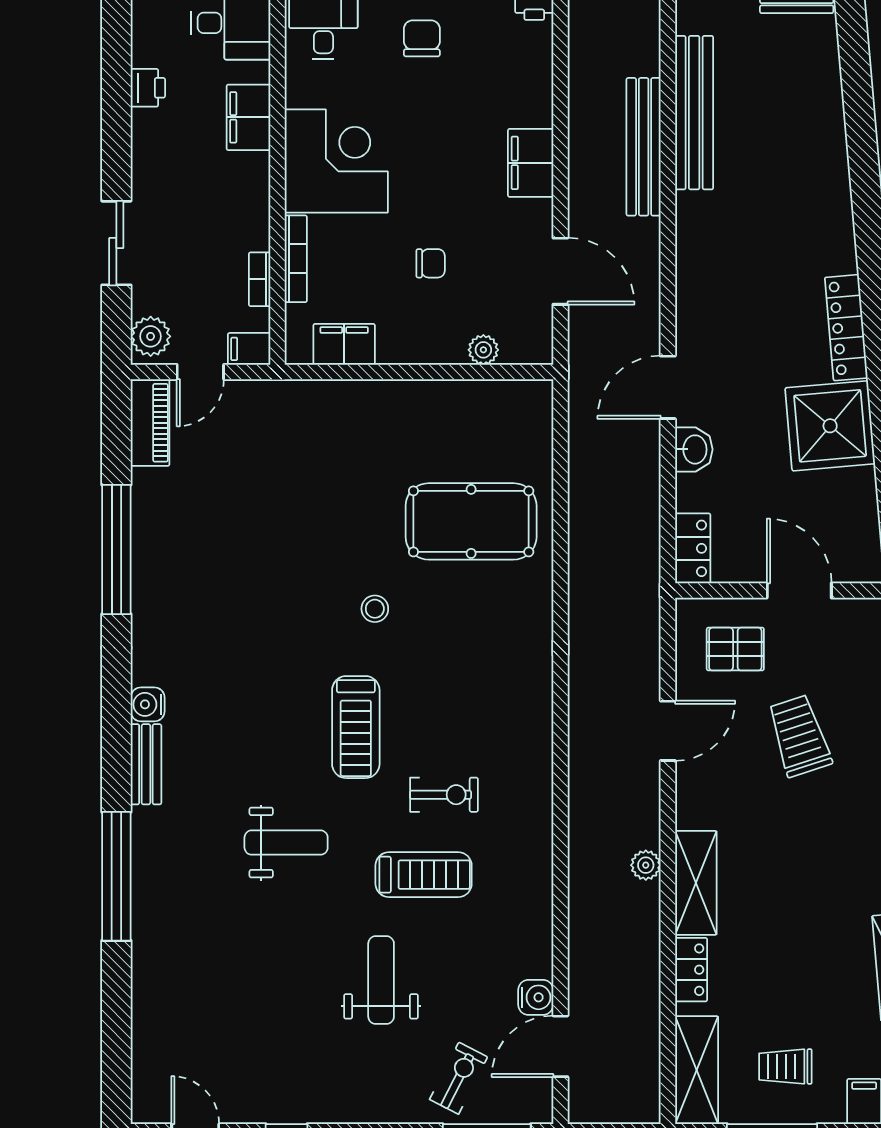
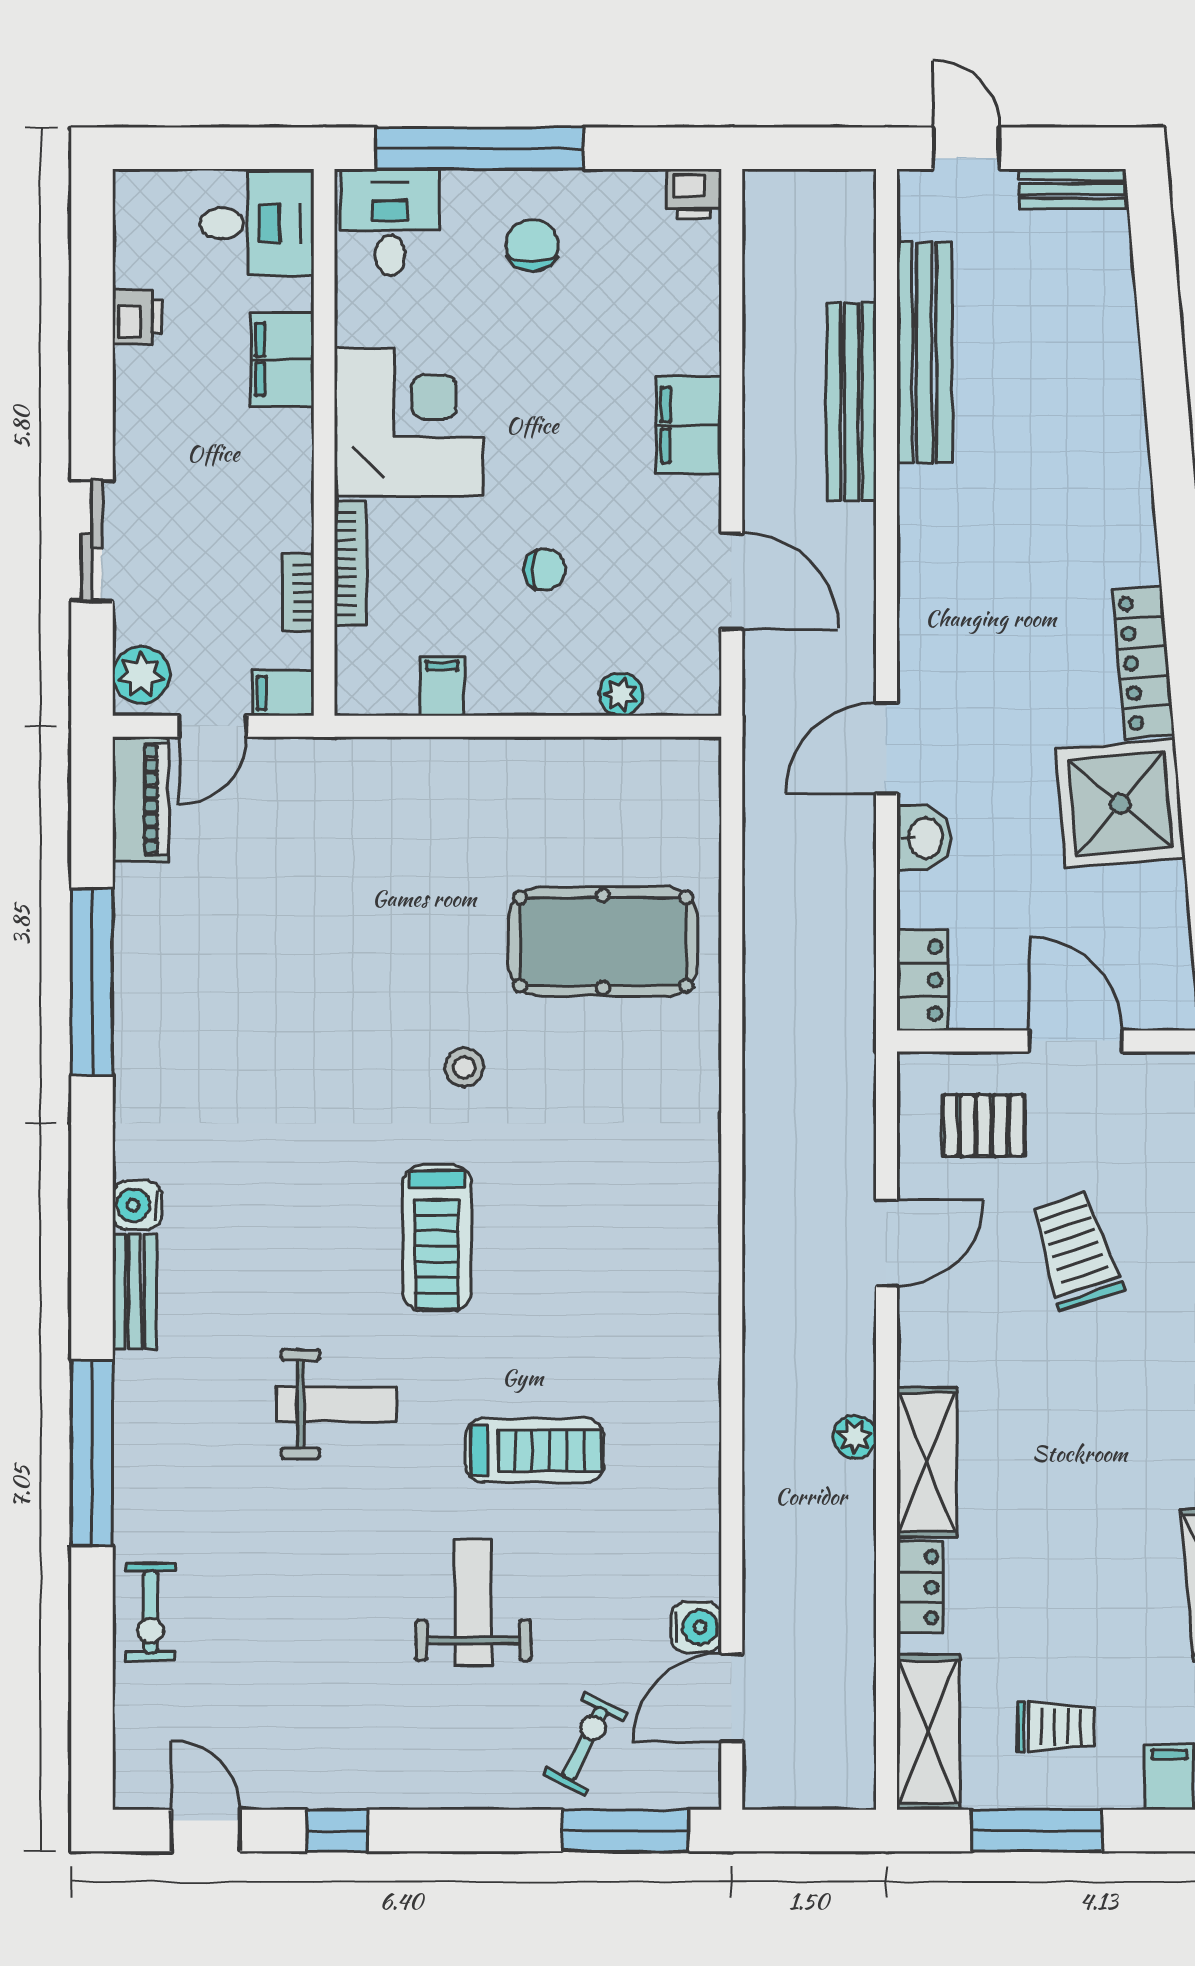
filing cabinet: (344, 344) -> (442, 686), width x0.50
exercise bike: (444, 795) -> (151, 1612), moved, turned 90
trolley: (785, 1067) -> (1056, 1727), turned 180

